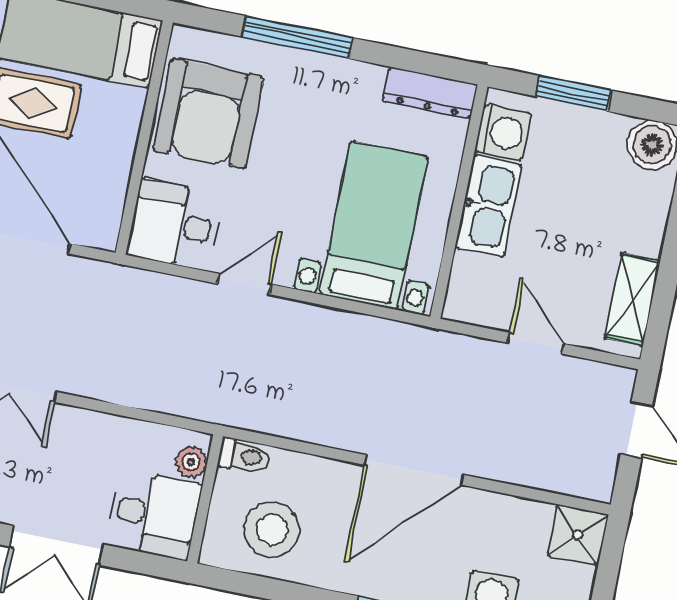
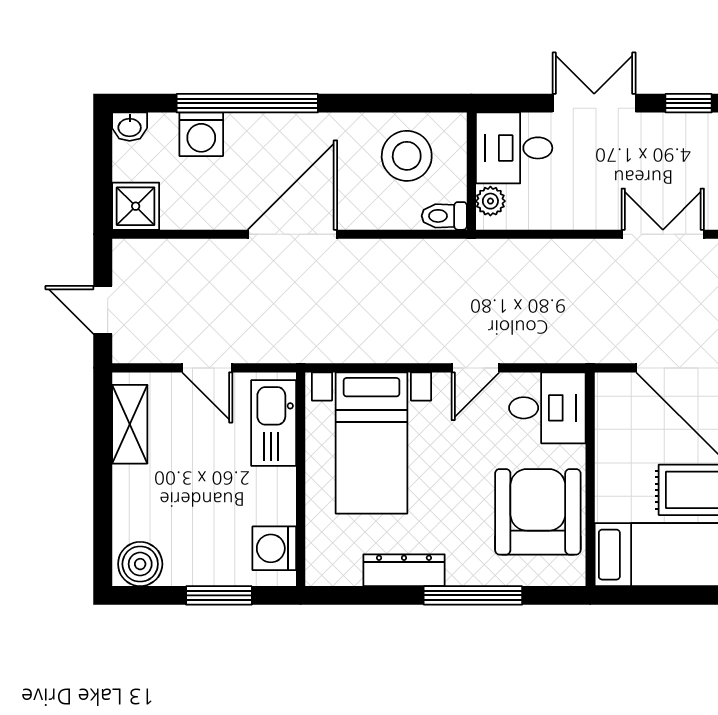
dresser: (430, 93) -> (404, 570), moved
kitchen sink: (489, 206) -> (274, 423), moved

